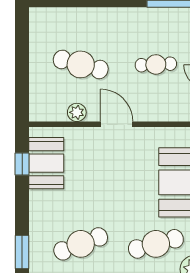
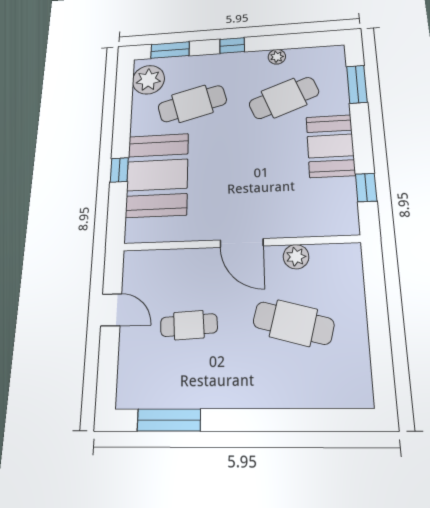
booth: (46, 163) -> (330, 146), moved

